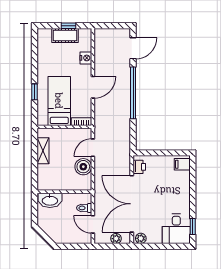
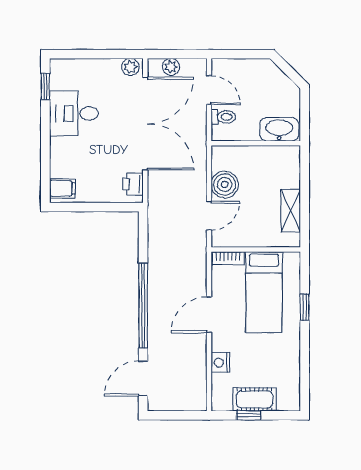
desk: (176, 229) -> (74, 113), moved, turned -90

